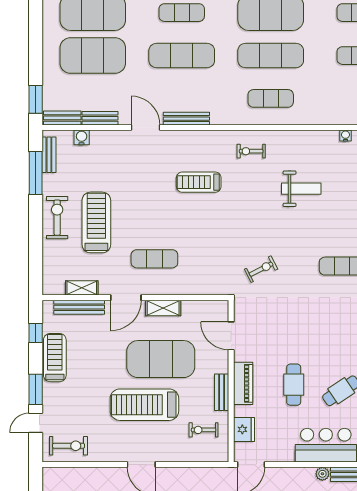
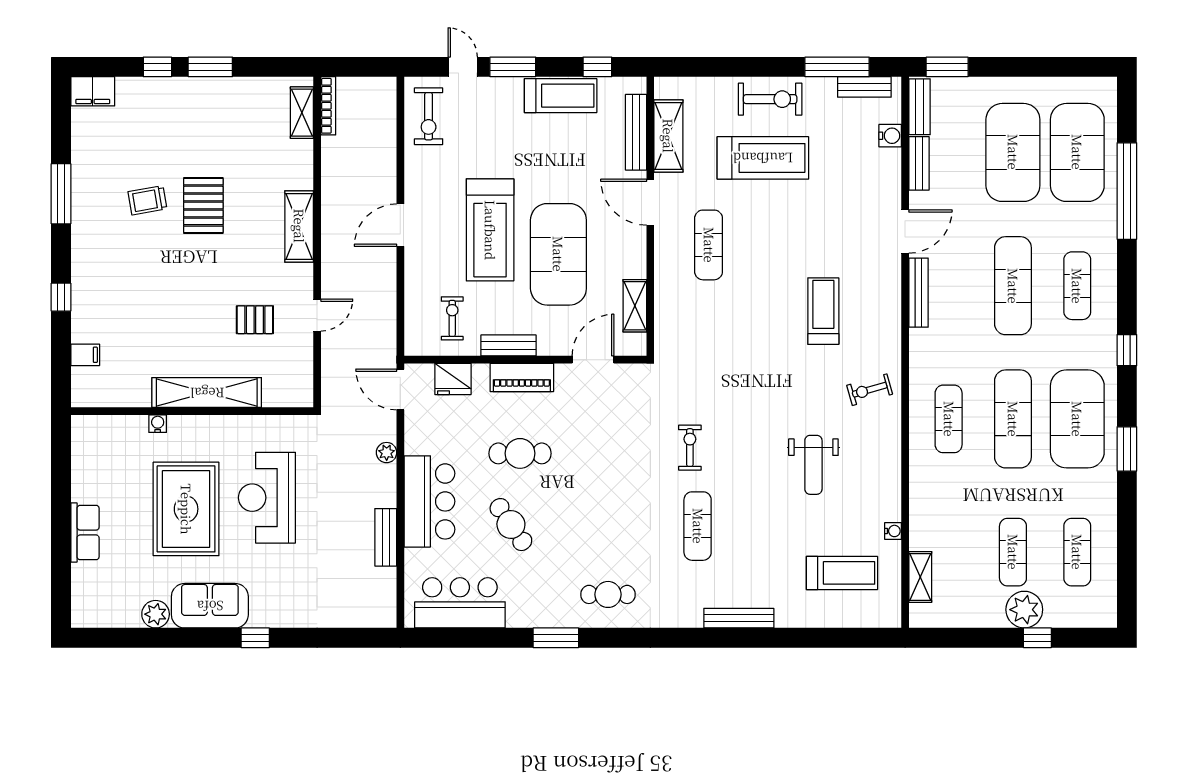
exercise bike: (251, 151) -> (870, 390), turned -106
exercise bike: (261, 269) -> (690, 448), moved, turned -153
shelving: (82, 288) -> (668, 136), width x1.50, depth x1.33
shelving: (163, 308) -> (635, 306), moved
treadmill: (144, 405) -> (490, 230), turned 180
plant: (322, 474) -> (387, 453), moved

